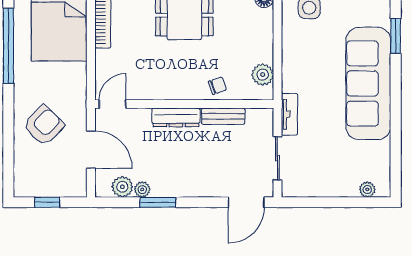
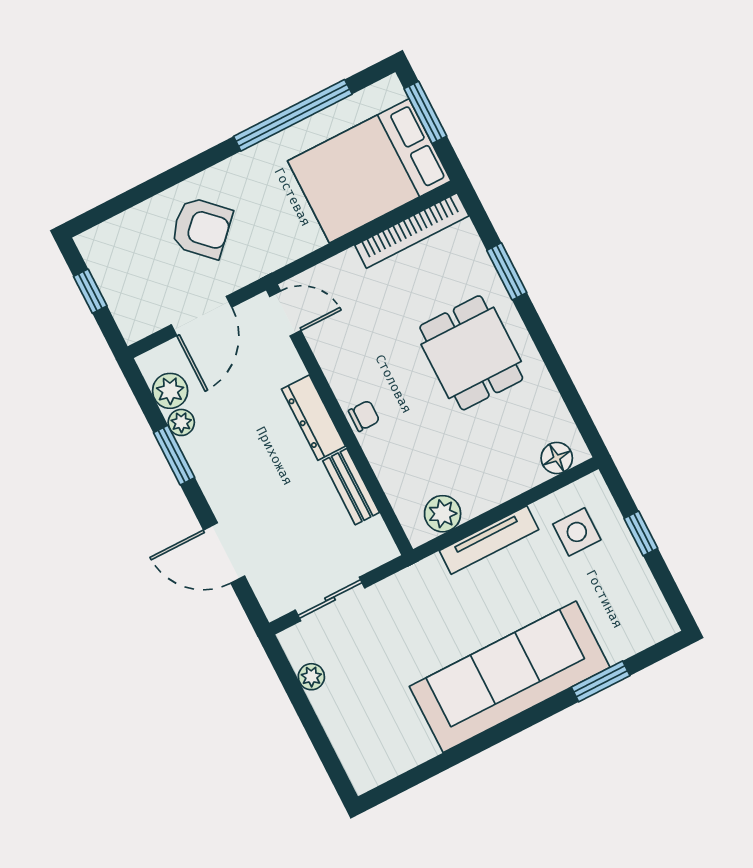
chair: (217, 86) -> (364, 416), moved, turned -71
tv unit: (289, 114) -> (489, 540), moved, width x1.41
plant: (367, 189) -> (311, 677), moved
door: (246, 202) -> (224, 553), moved

